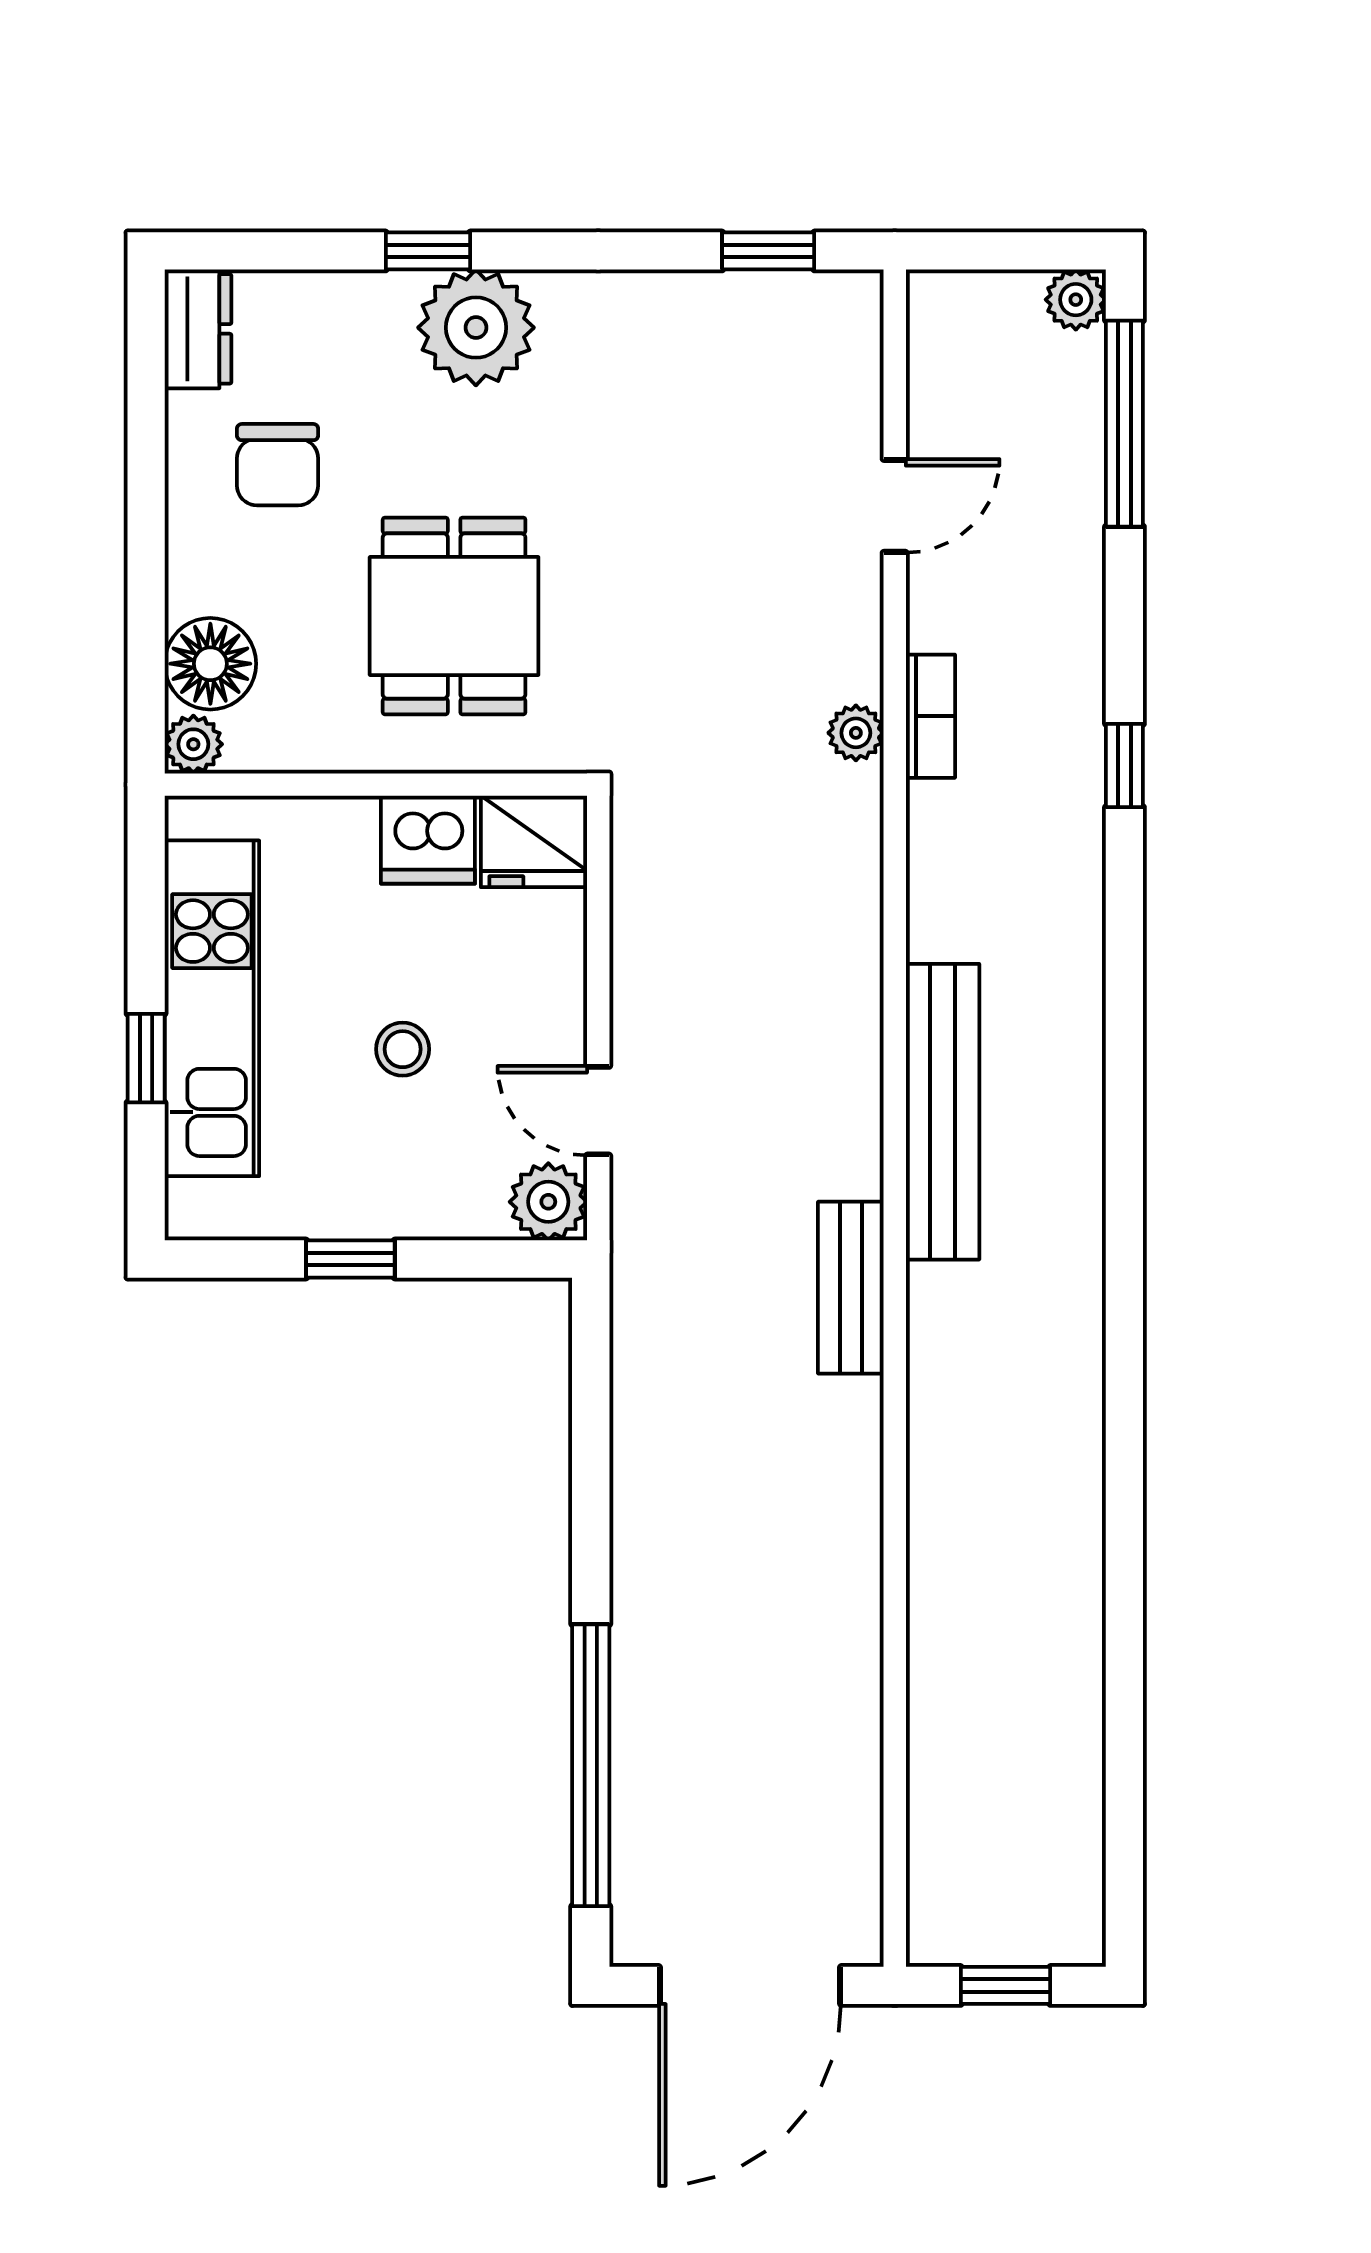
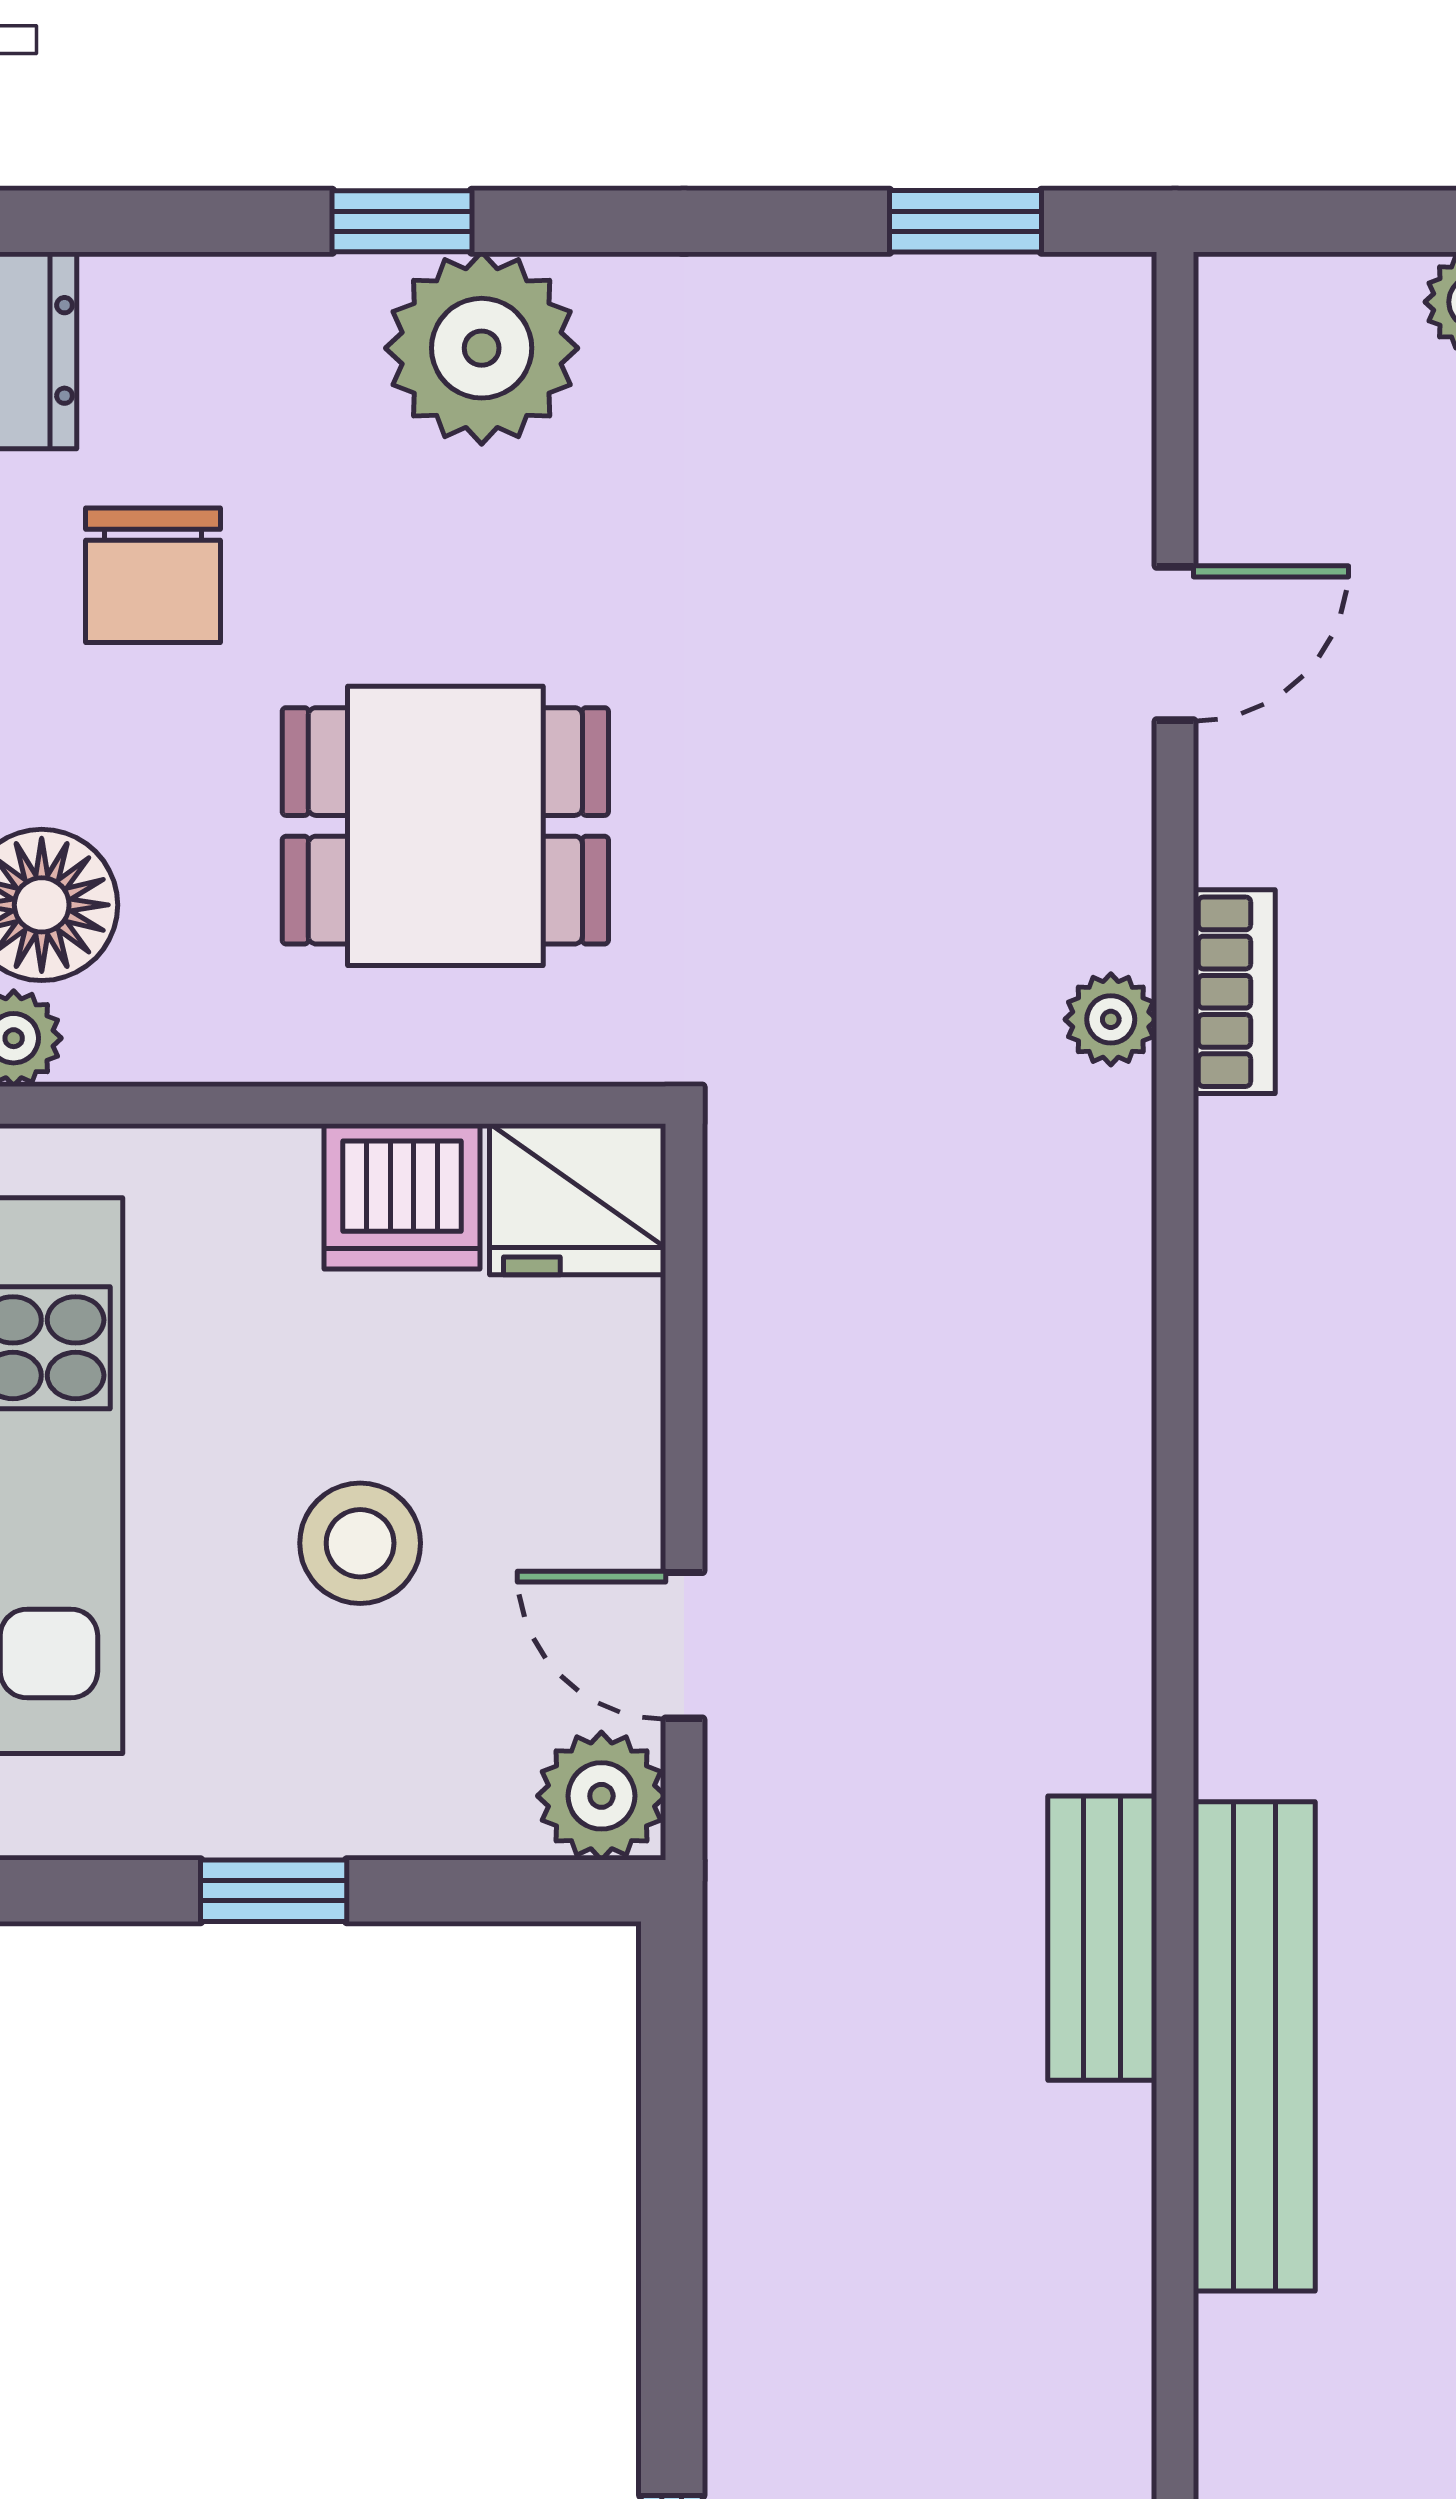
dining table: (454, 616) -> (445, 826), turned 90
stool: (403, 1049) -> (360, 1543), width x1.37, depth x1.37
bench: (943, 1112) -> (1254, 2046), moved

